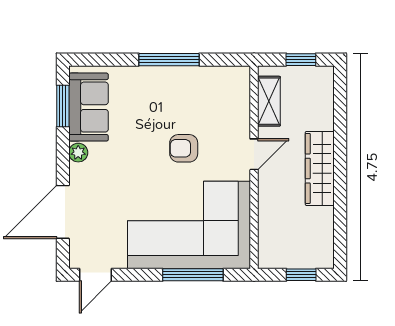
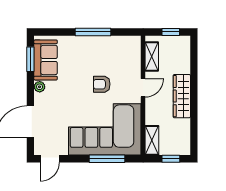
shelving: (269, 244) -> (152, 140), added

